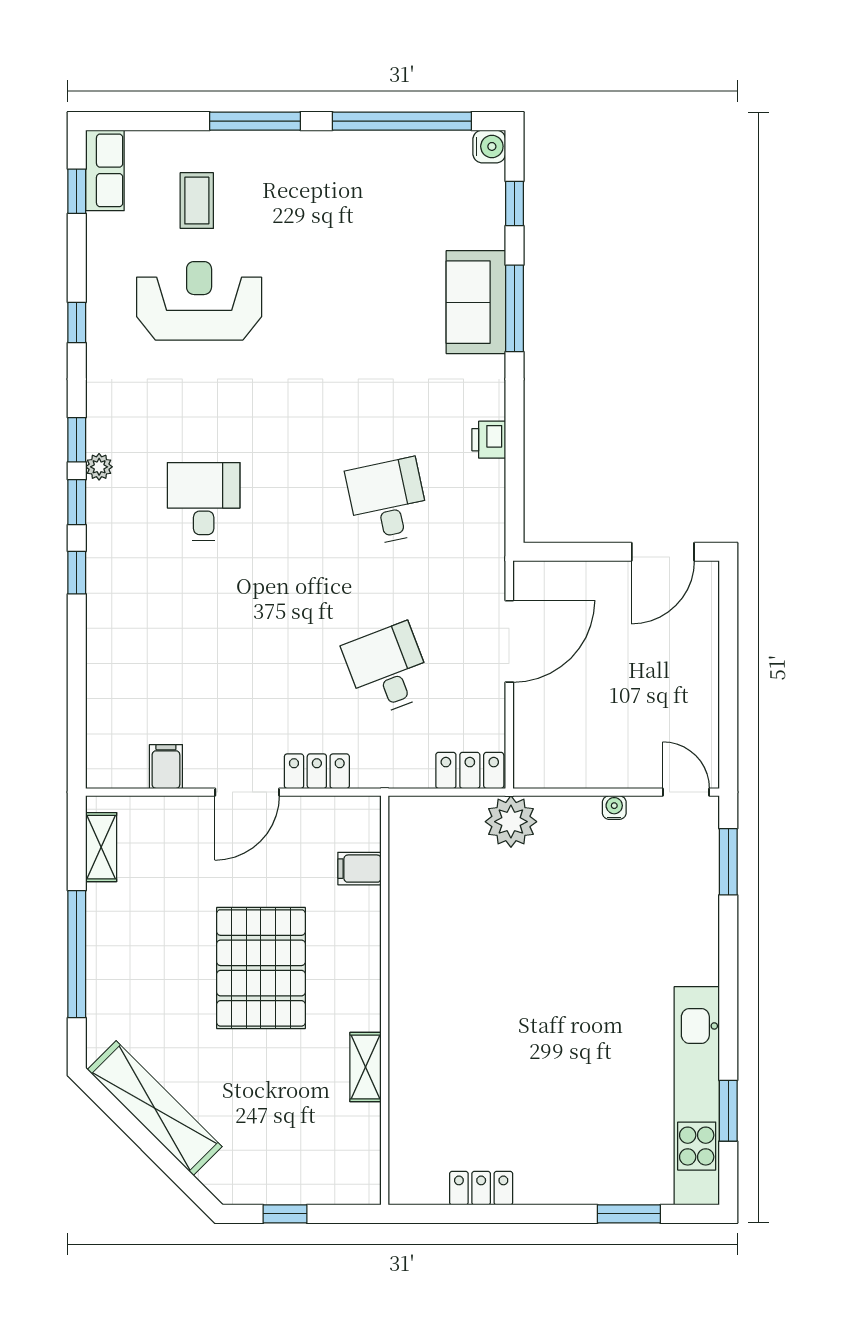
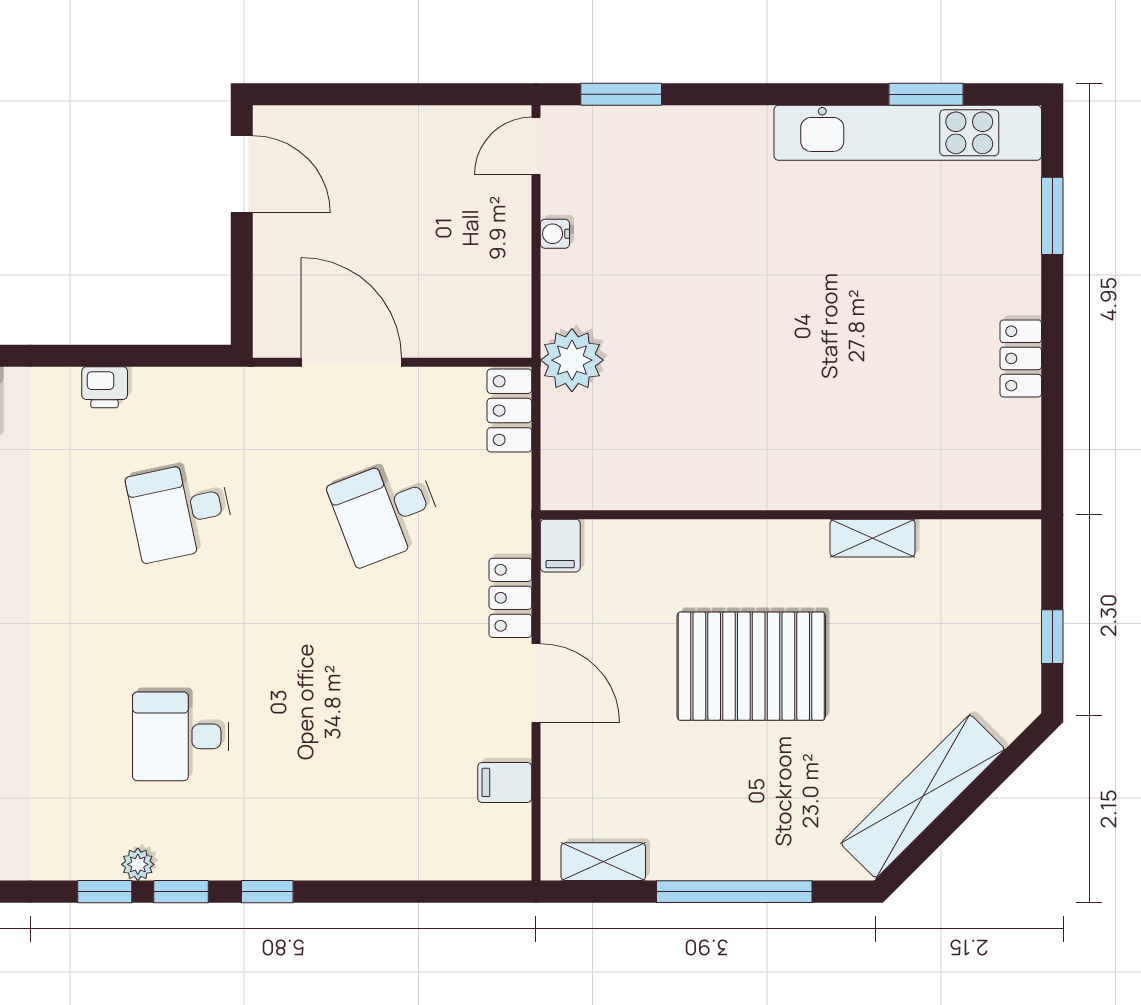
filing cabinet: (359, 869) -> (560, 546), moved
locker: (481, 1188) -> (1021, 358), moved

